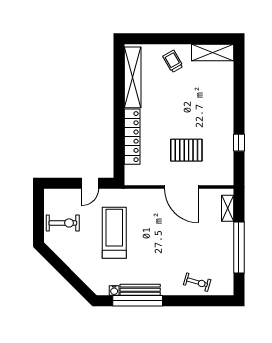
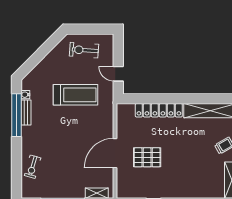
pallet: (186, 150) -> (147, 157), turned 90
exercise bike: (63, 223) -> (84, 50), turned 94
bench: (140, 290) -> (26, 112), width x0.73

